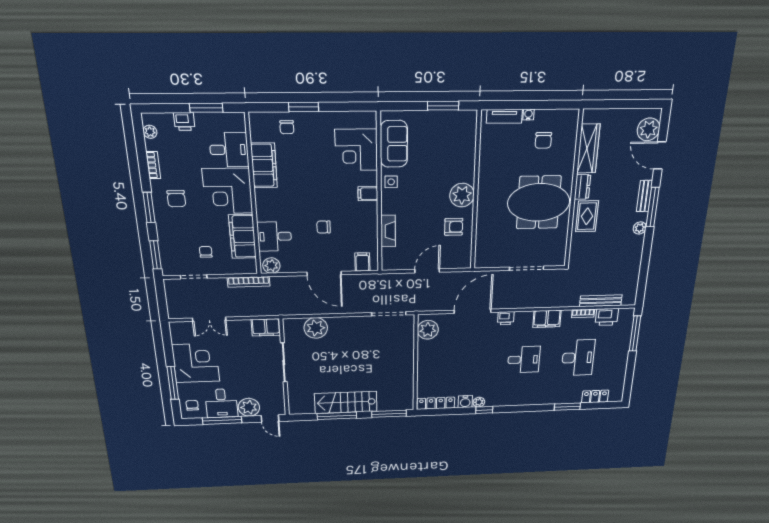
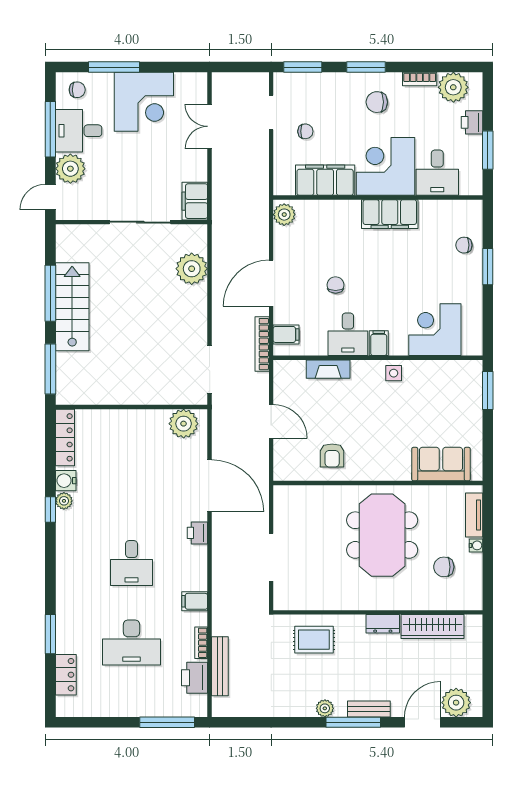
window: (443, 106) -> (488, 390), moved
plant: (150, 132) -> (453, 87), width x1.87, depth x1.87
sofa: (394, 144) -> (441, 464), moved, turned 180
filing cabinet: (264, 165) -> (390, 214), moved
plant: (462, 195) -> (375, 465), removed
meeting table: (539, 202) -> (382, 535), moved
rug: (587, 216) -> (314, 640), moved
desk: (274, 236) -> (348, 334), moved, turned 180
bookcase: (249, 282) -> (262, 344), moved
filing cabinet: (547, 319) -> (195, 601), width x0.50

